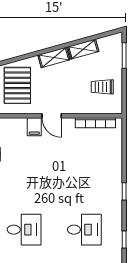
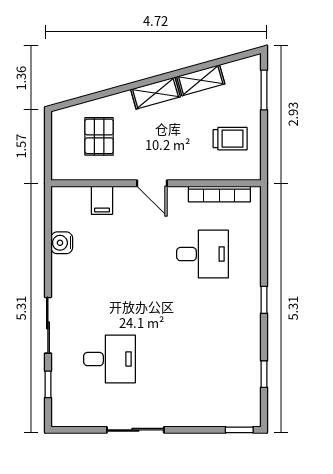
pallet: (17, 85) -> (99, 136), width x0.67, depth x0.71
trolley: (102, 87) -> (230, 139), turned 180
filing cabinet: (34, 127) -> (102, 200), moved
desk: (84, 230) -> (202, 254), moved

